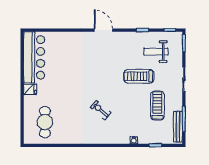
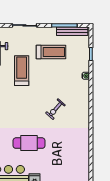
treadmill: (139, 76) -> (22, 71), turned 180
treadmill: (157, 106) -> (51, 52), turned 180
cafe table: (45, 122) -> (29, 143), moved

